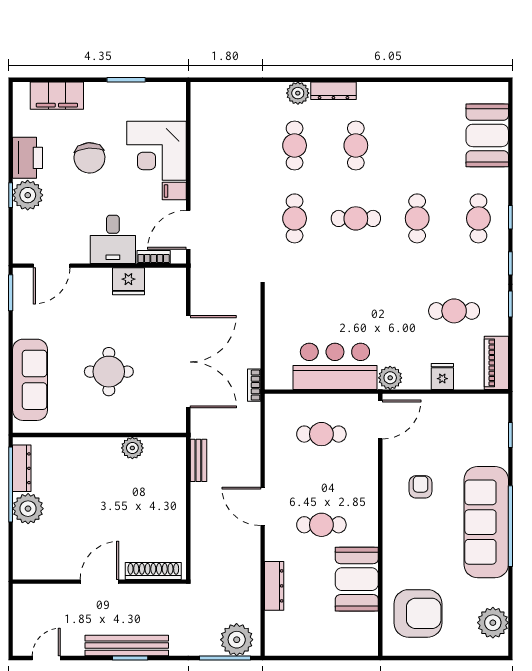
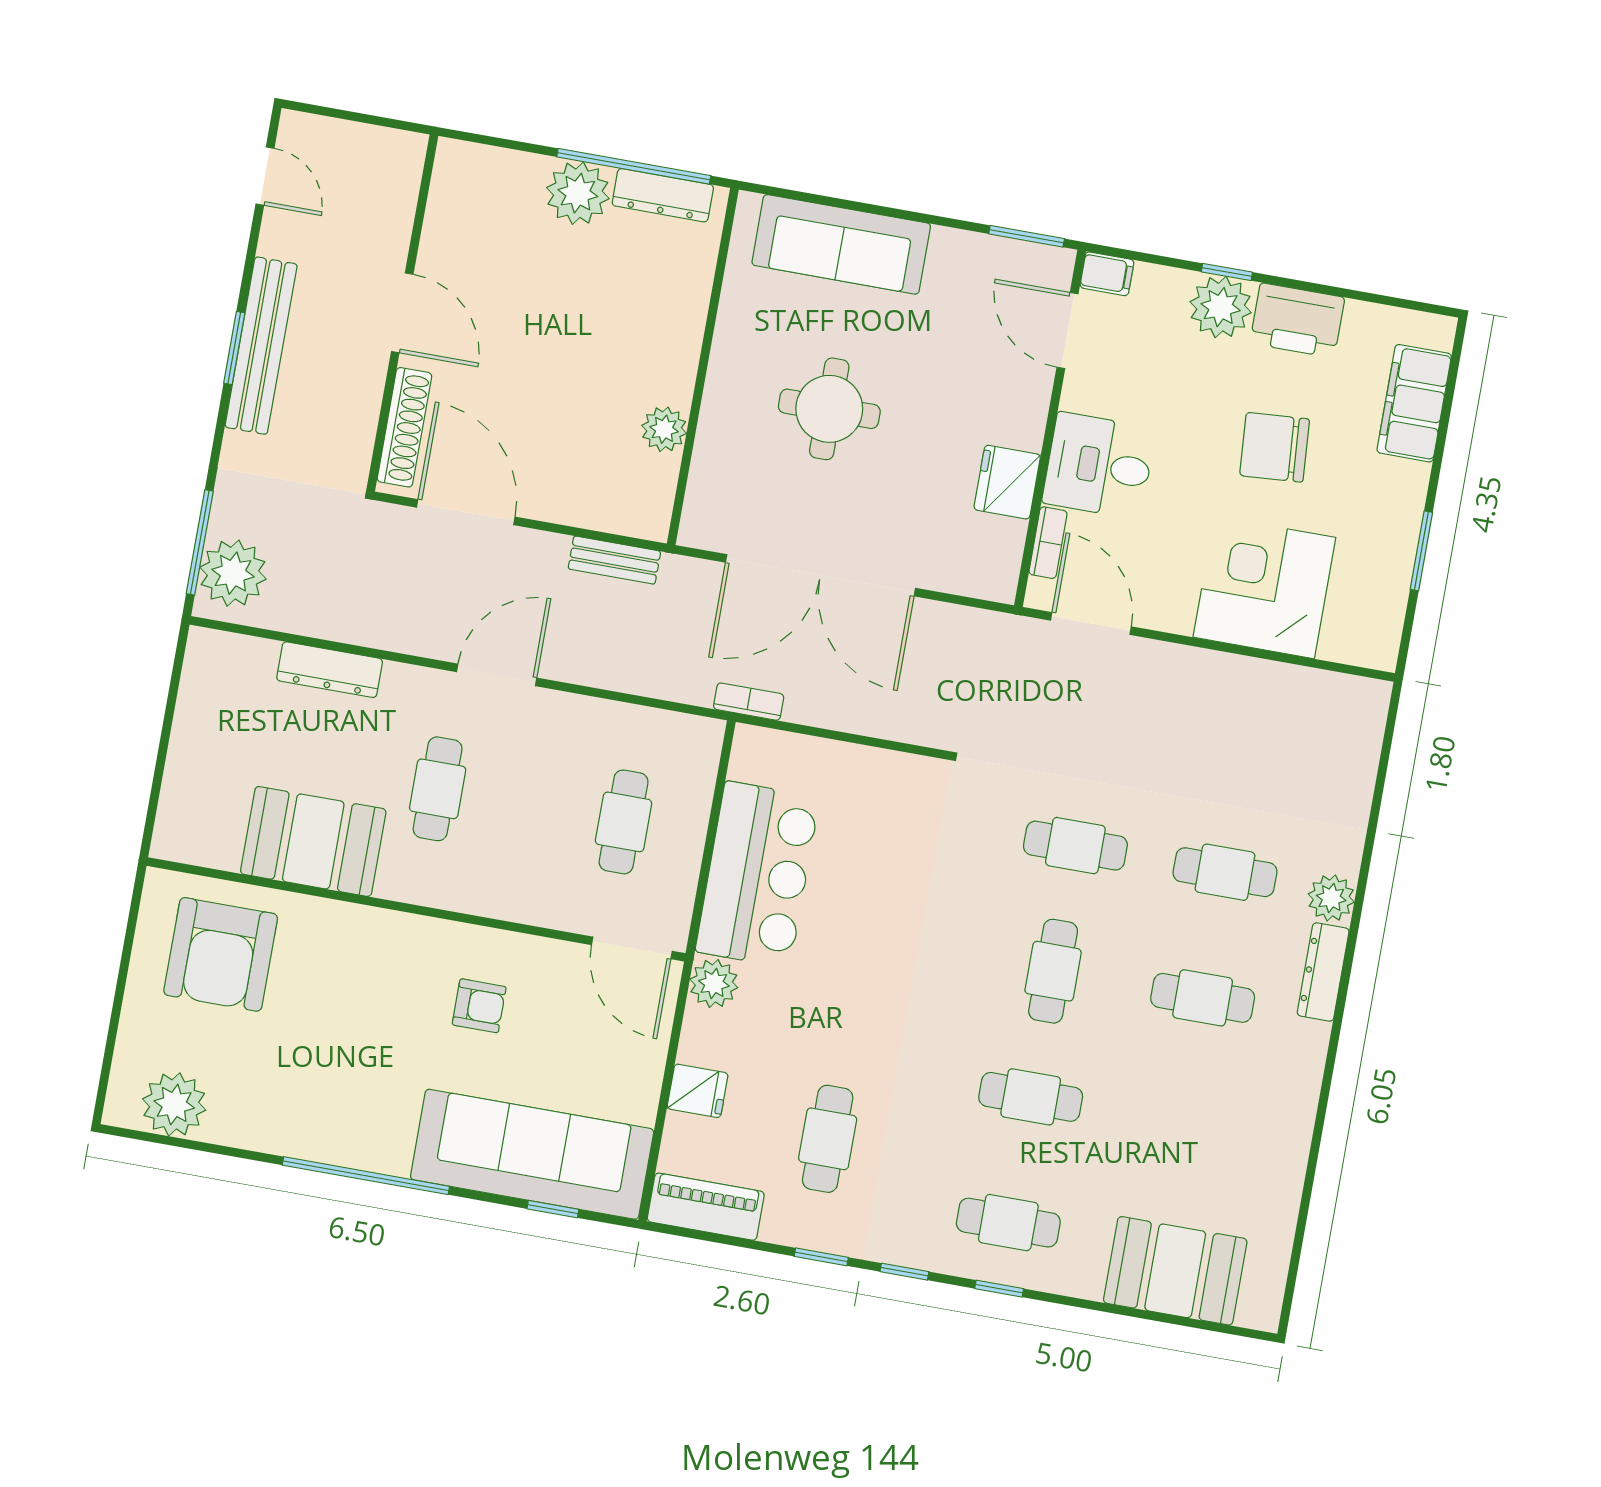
filing cabinet: (174, 191) -> (1107, 274), moved, turned 90
sofa: (486, 522) -> (532, 1154), moved
door: (188, 535) -> (466, 512), added

